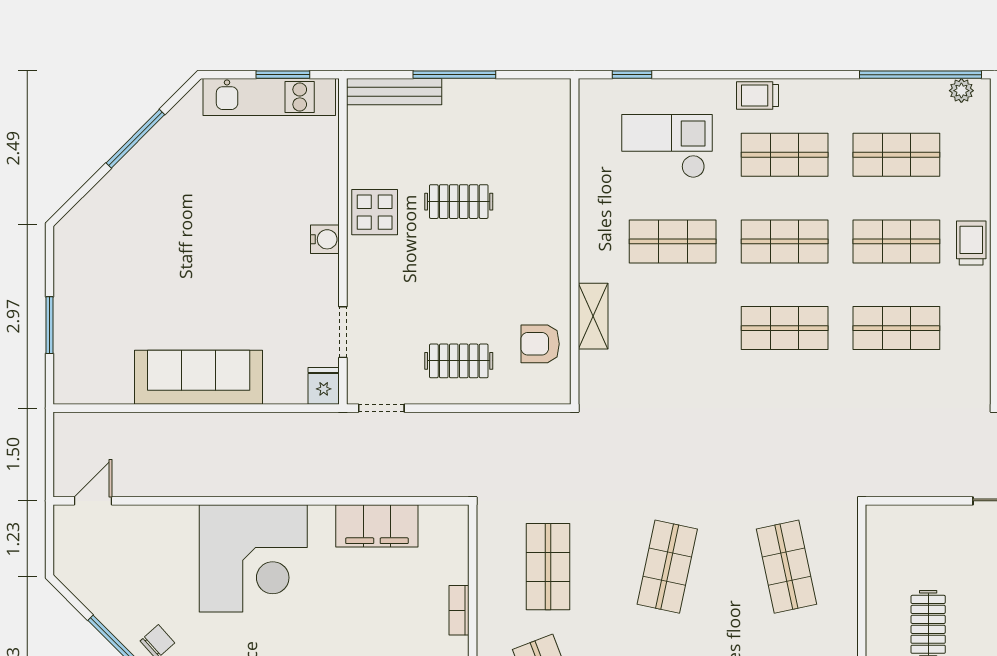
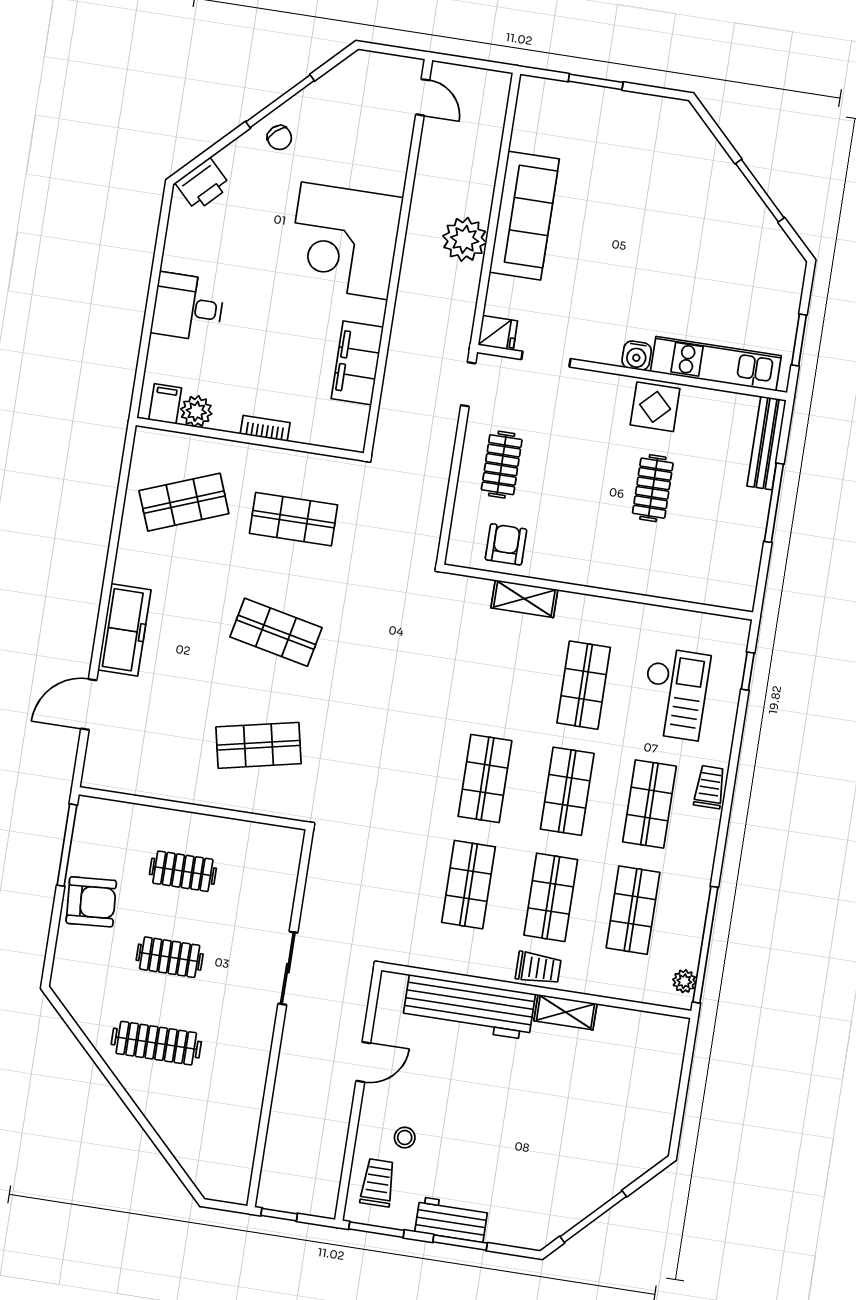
kitchen unit: (269, 97) -> (716, 364), moved, turned 90
plant: (233, 435) -> (465, 239), added

